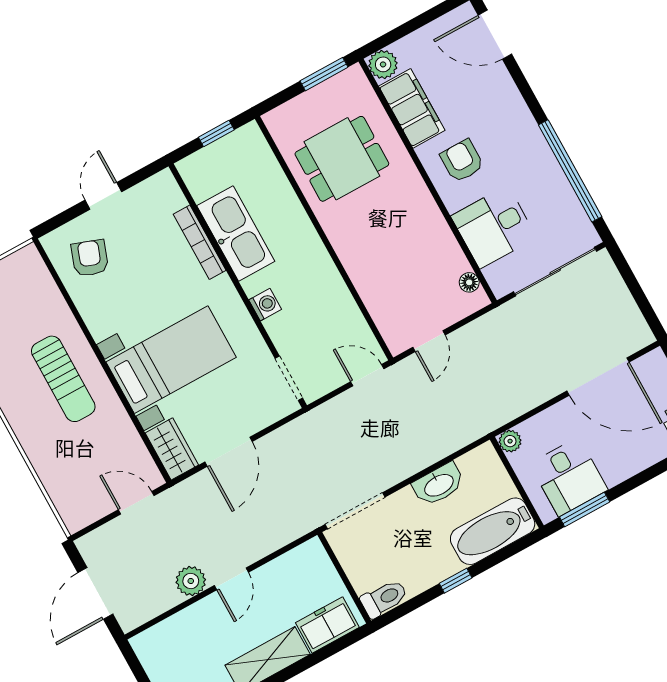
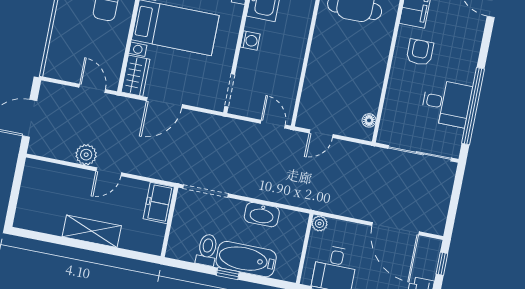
desk: (494, 227) -> (446, 103), moved, turned 180
bathtub: (493, 531) -> (246, 259), moved
toilet: (384, 598) -> (207, 250), moved, turned -90
freezer: (327, 625) -> (159, 203), moved, turned -90

